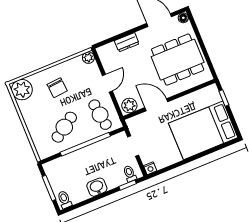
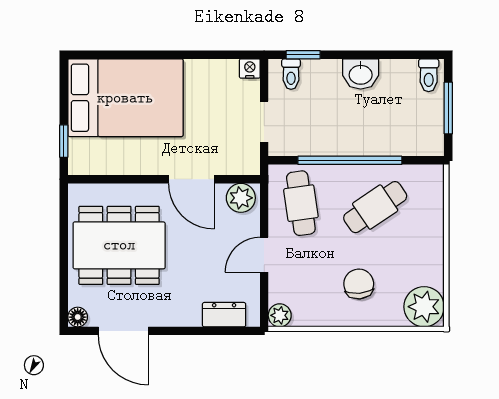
dresser: (127, 42) -> (224, 315), moved

